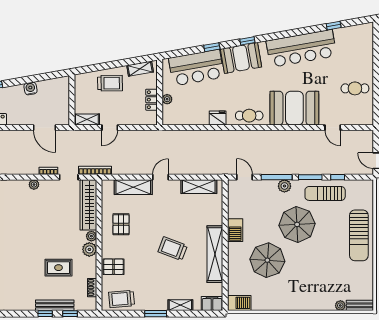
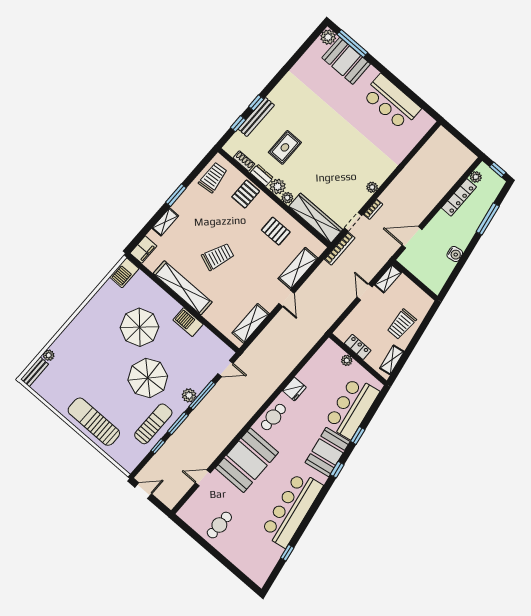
dresser: (91, 267) -> (262, 175), added

